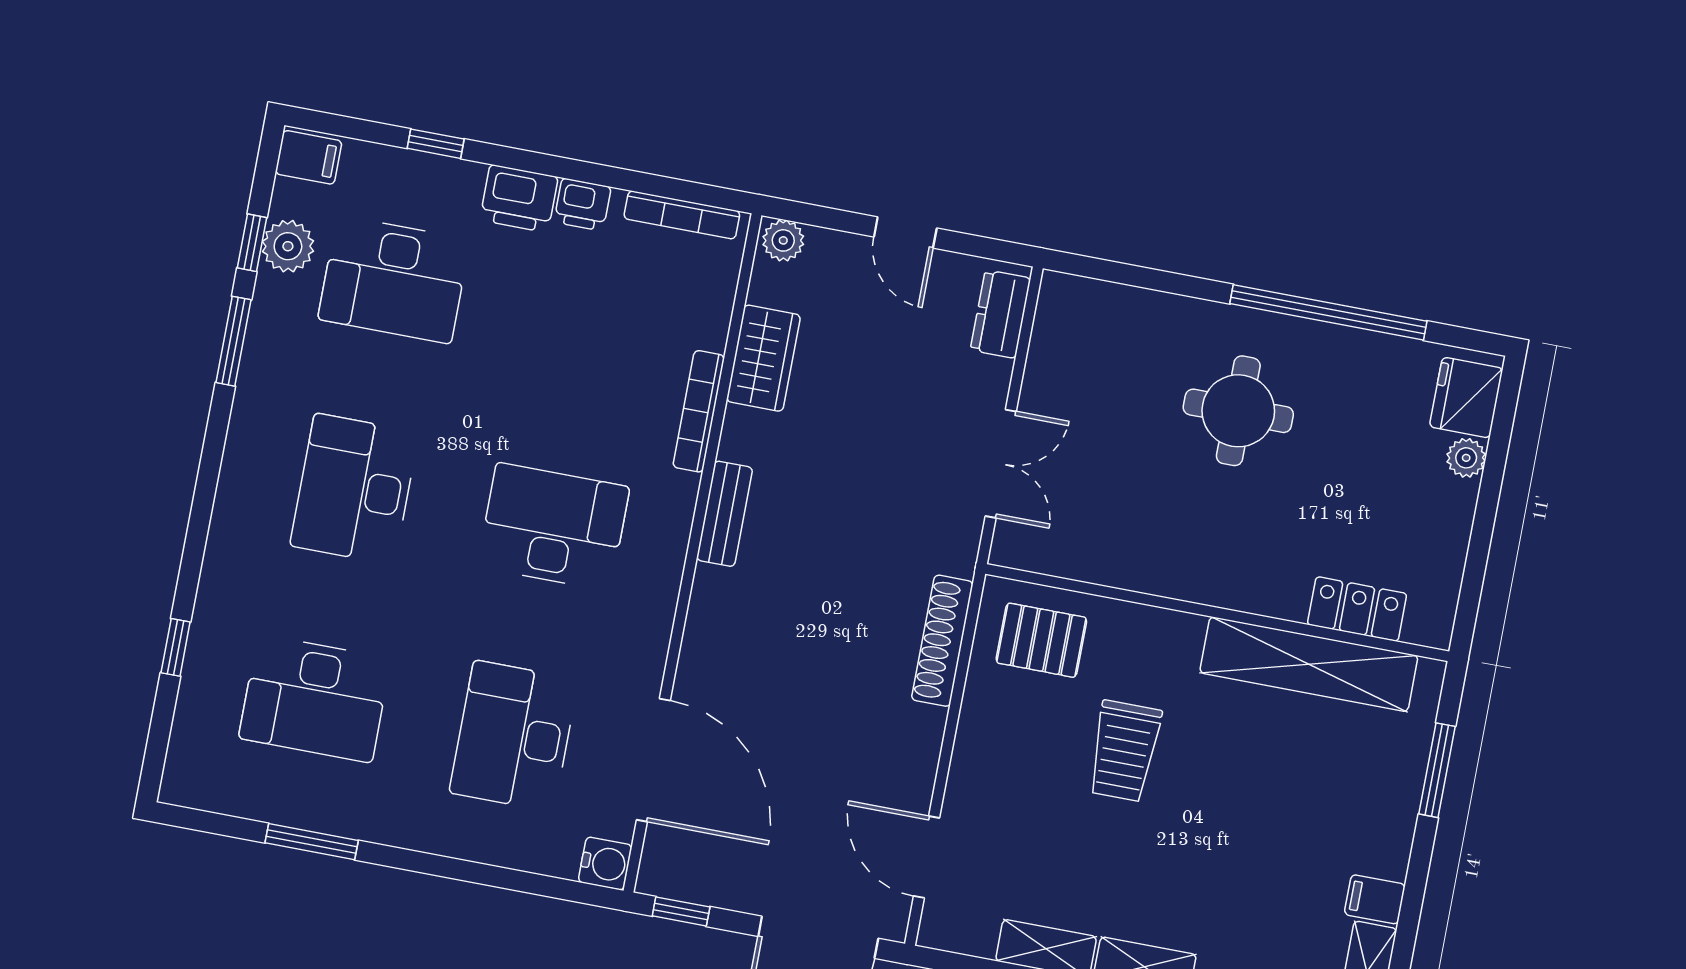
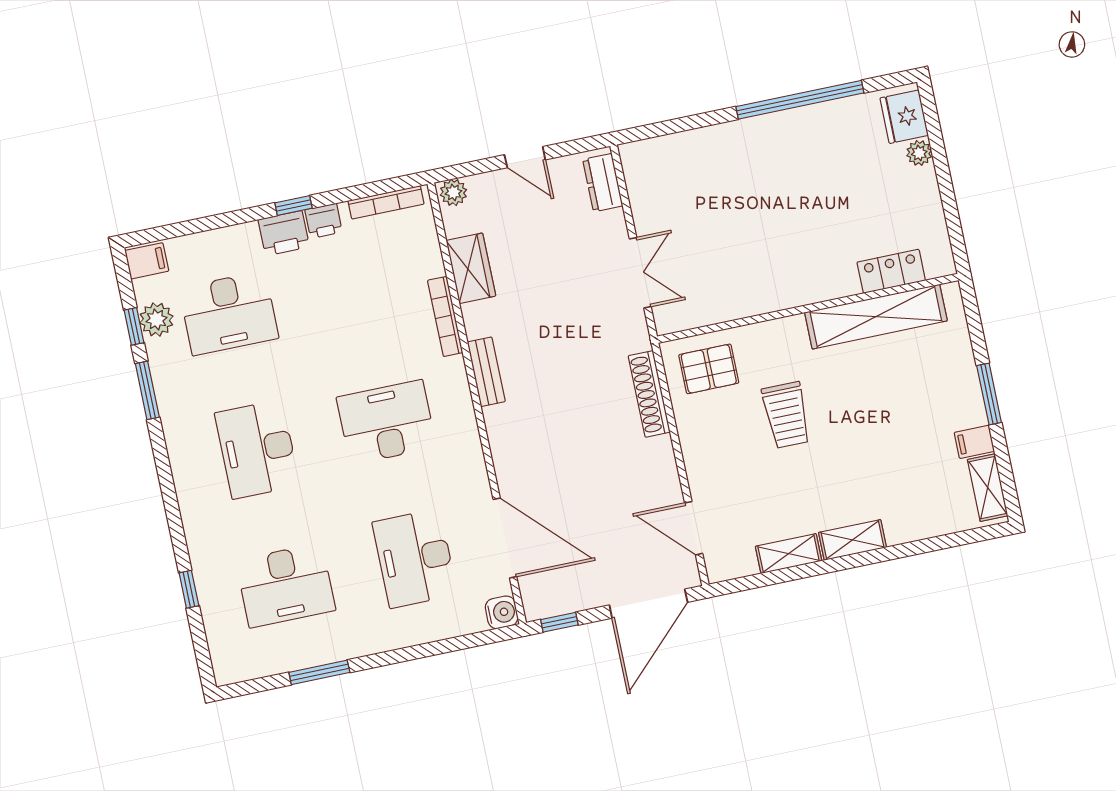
window: (436, 144) -> (294, 206), moved
round table: (1238, 411) -> (770, 182), removed
window: (1437, 770) -> (989, 394), moved

